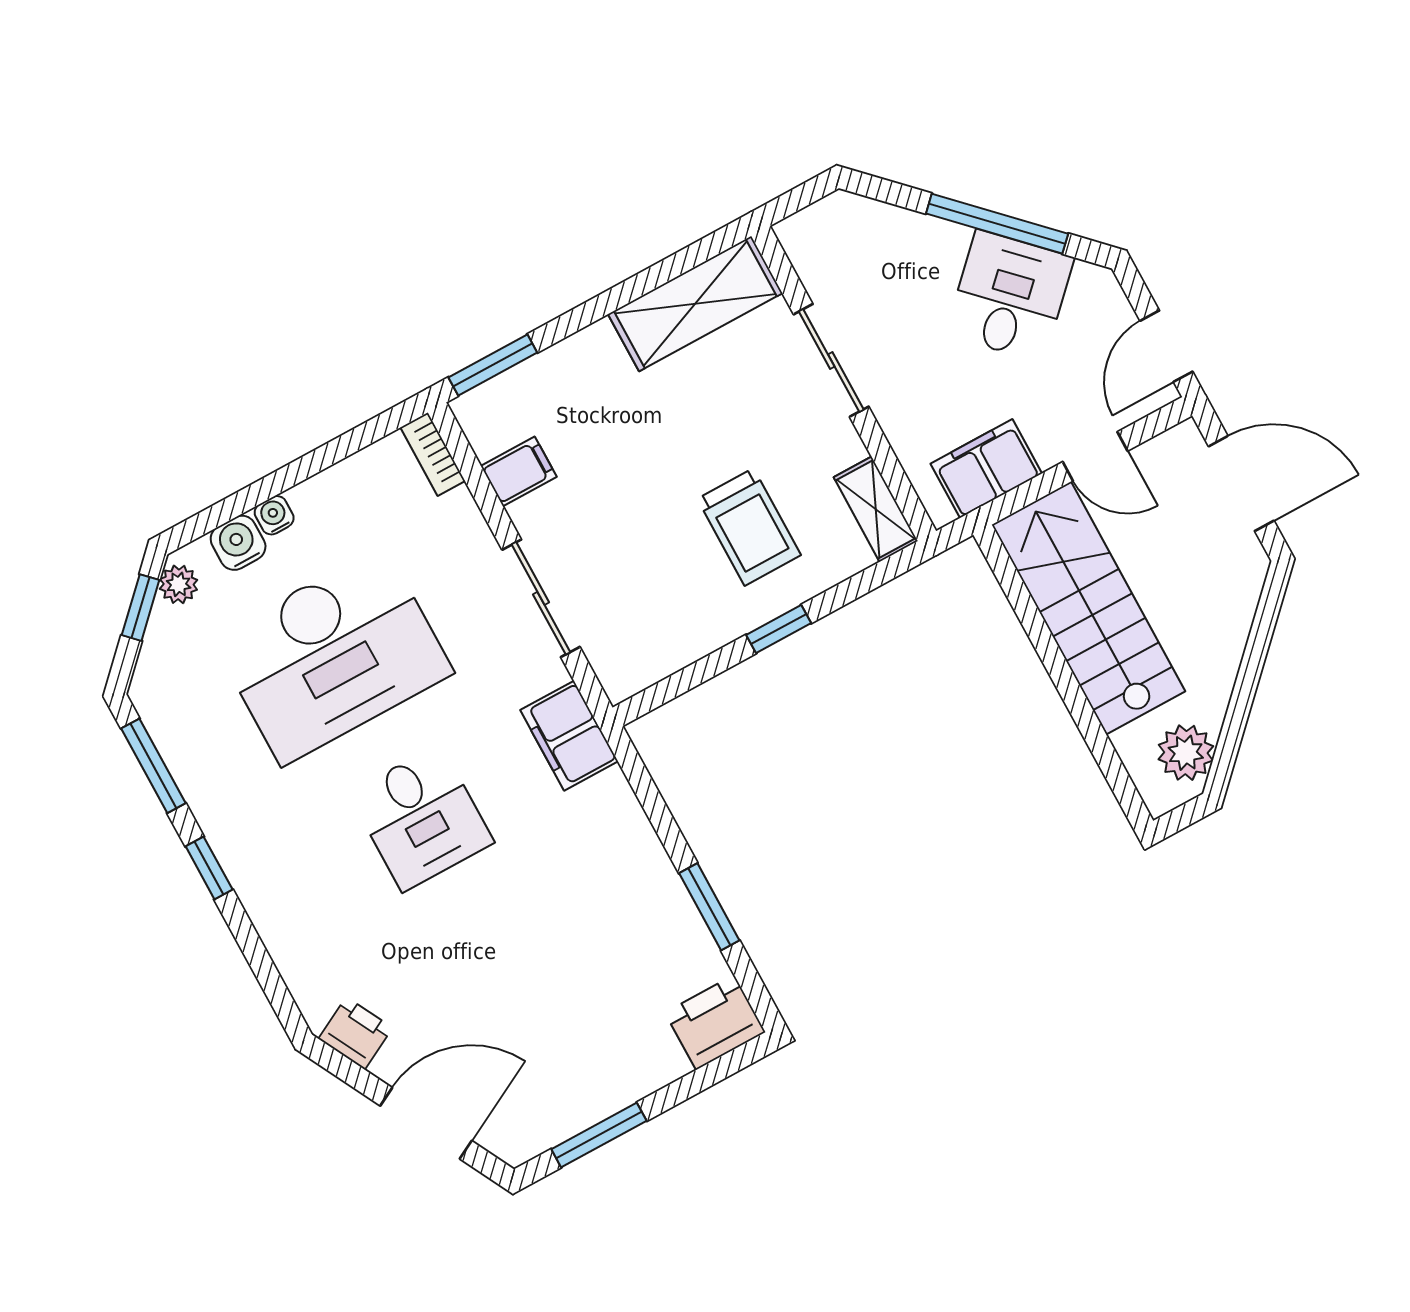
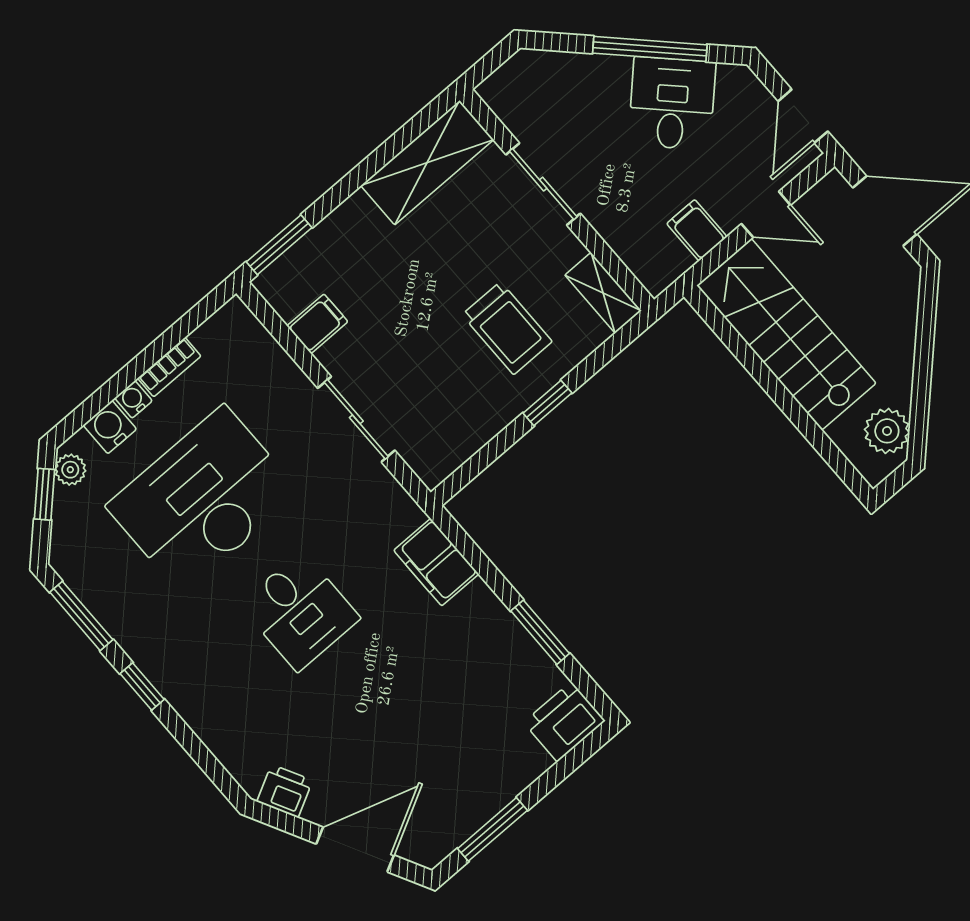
bookcase: (433, 454) -> (169, 367), moved, turned -90
filing cabinet: (986, 469) -> (697, 230), width x0.50
desk: (333, 656) -> (203, 499), turned 180
filing cabinet: (569, 736) -> (436, 562), moved

